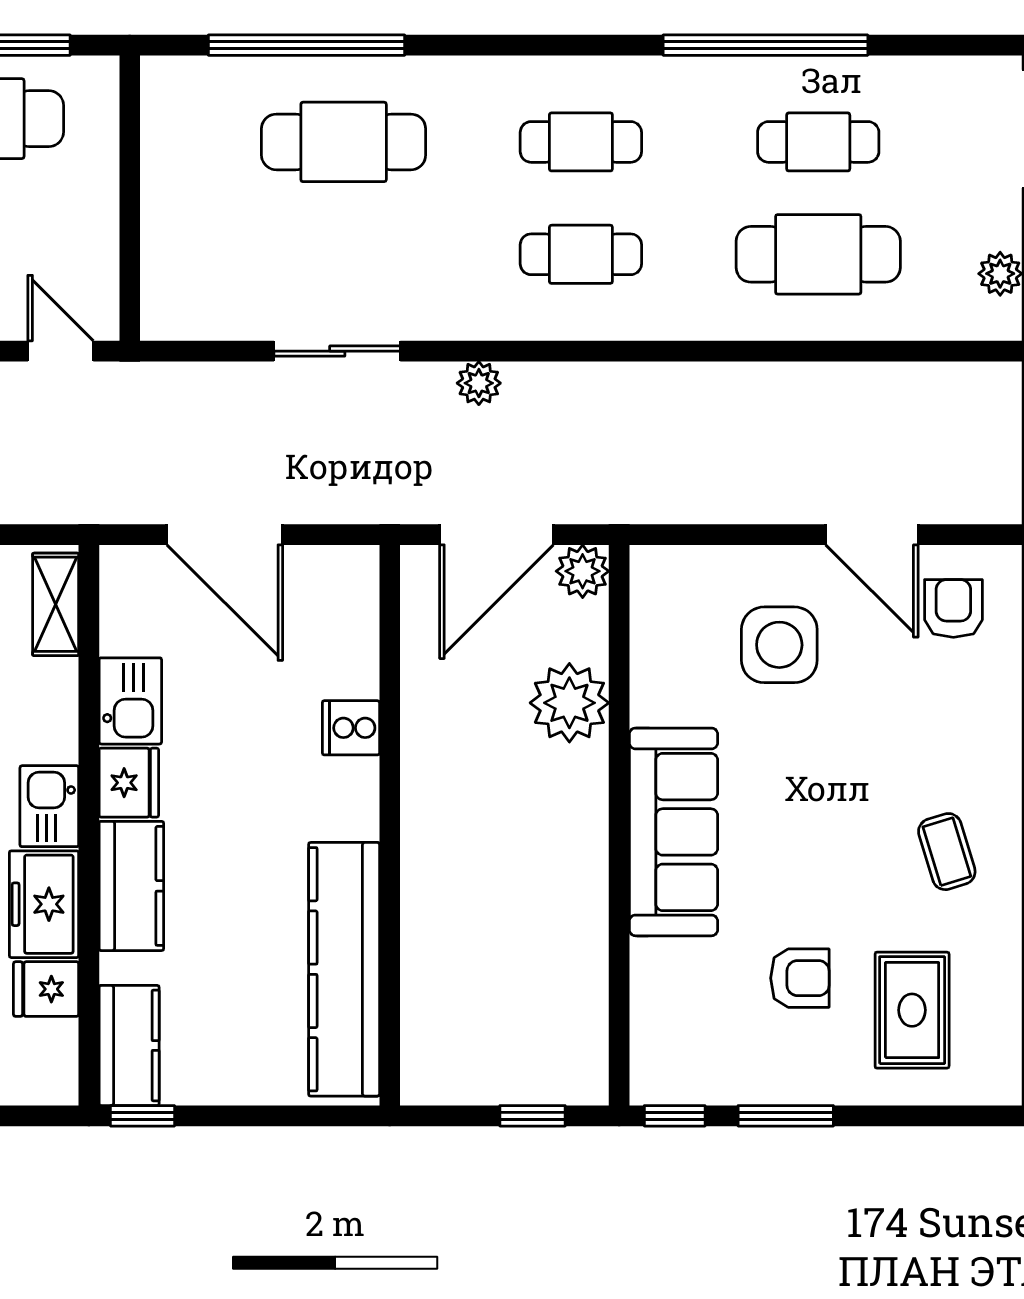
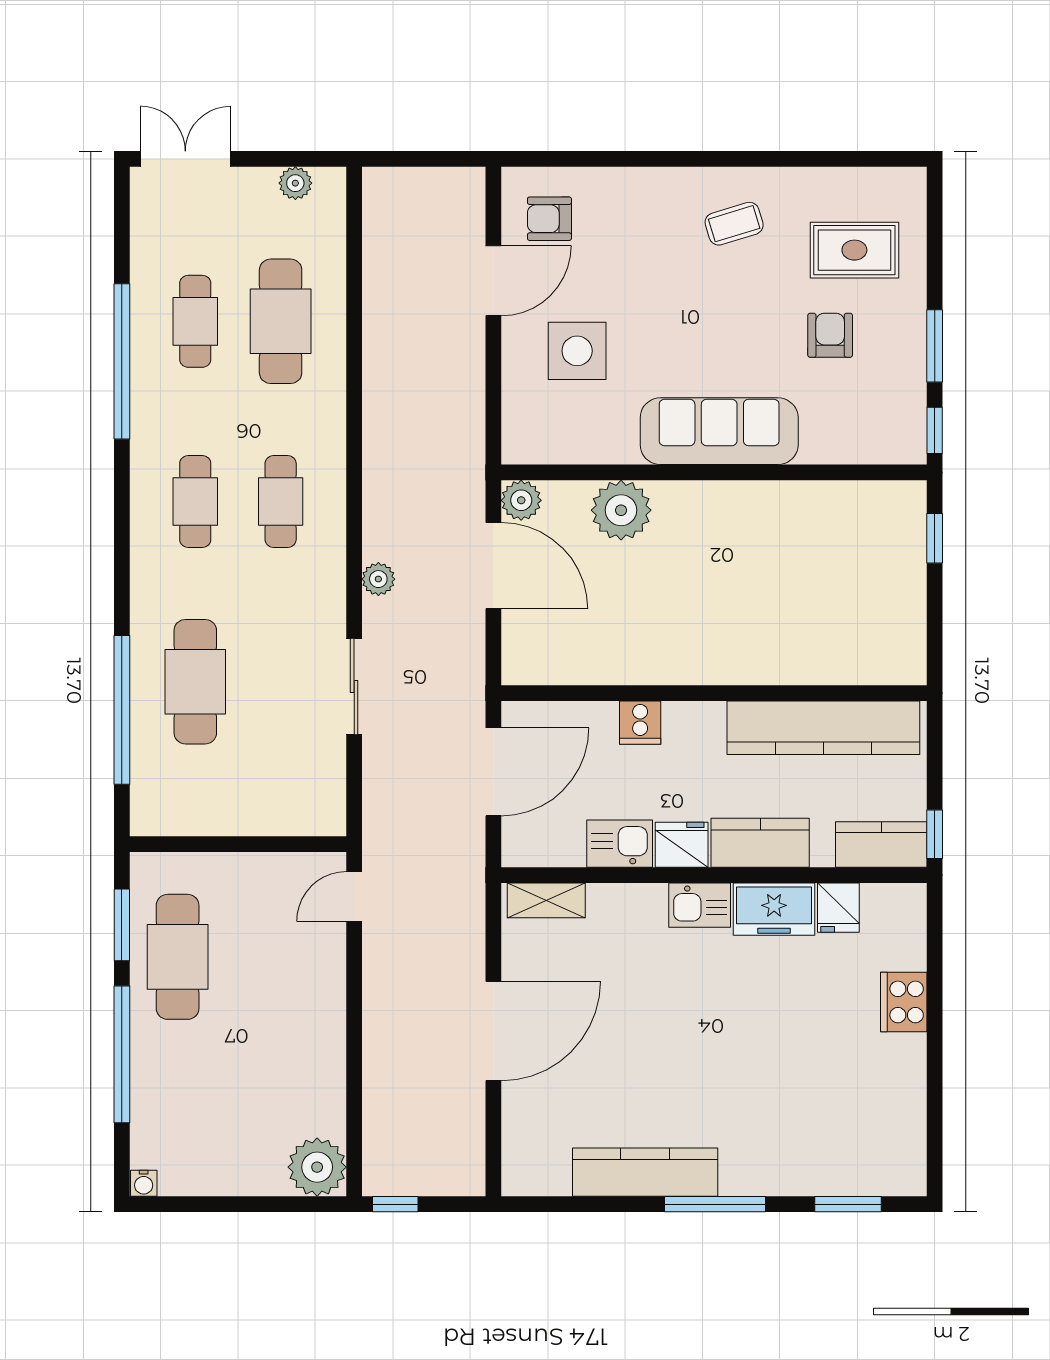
cooker: (351, 728) -> (640, 723), moved
wall: (390, 825) -> (714, 693), moved
kitchen counter: (344, 969) -> (823, 728), moved

